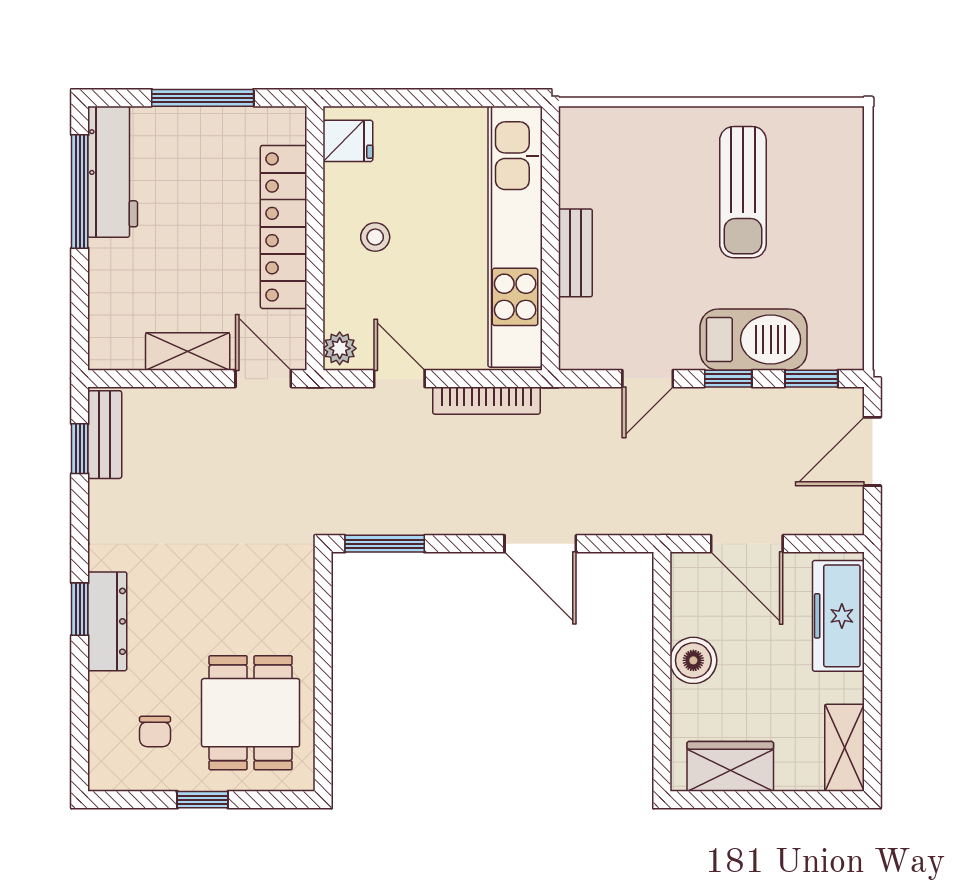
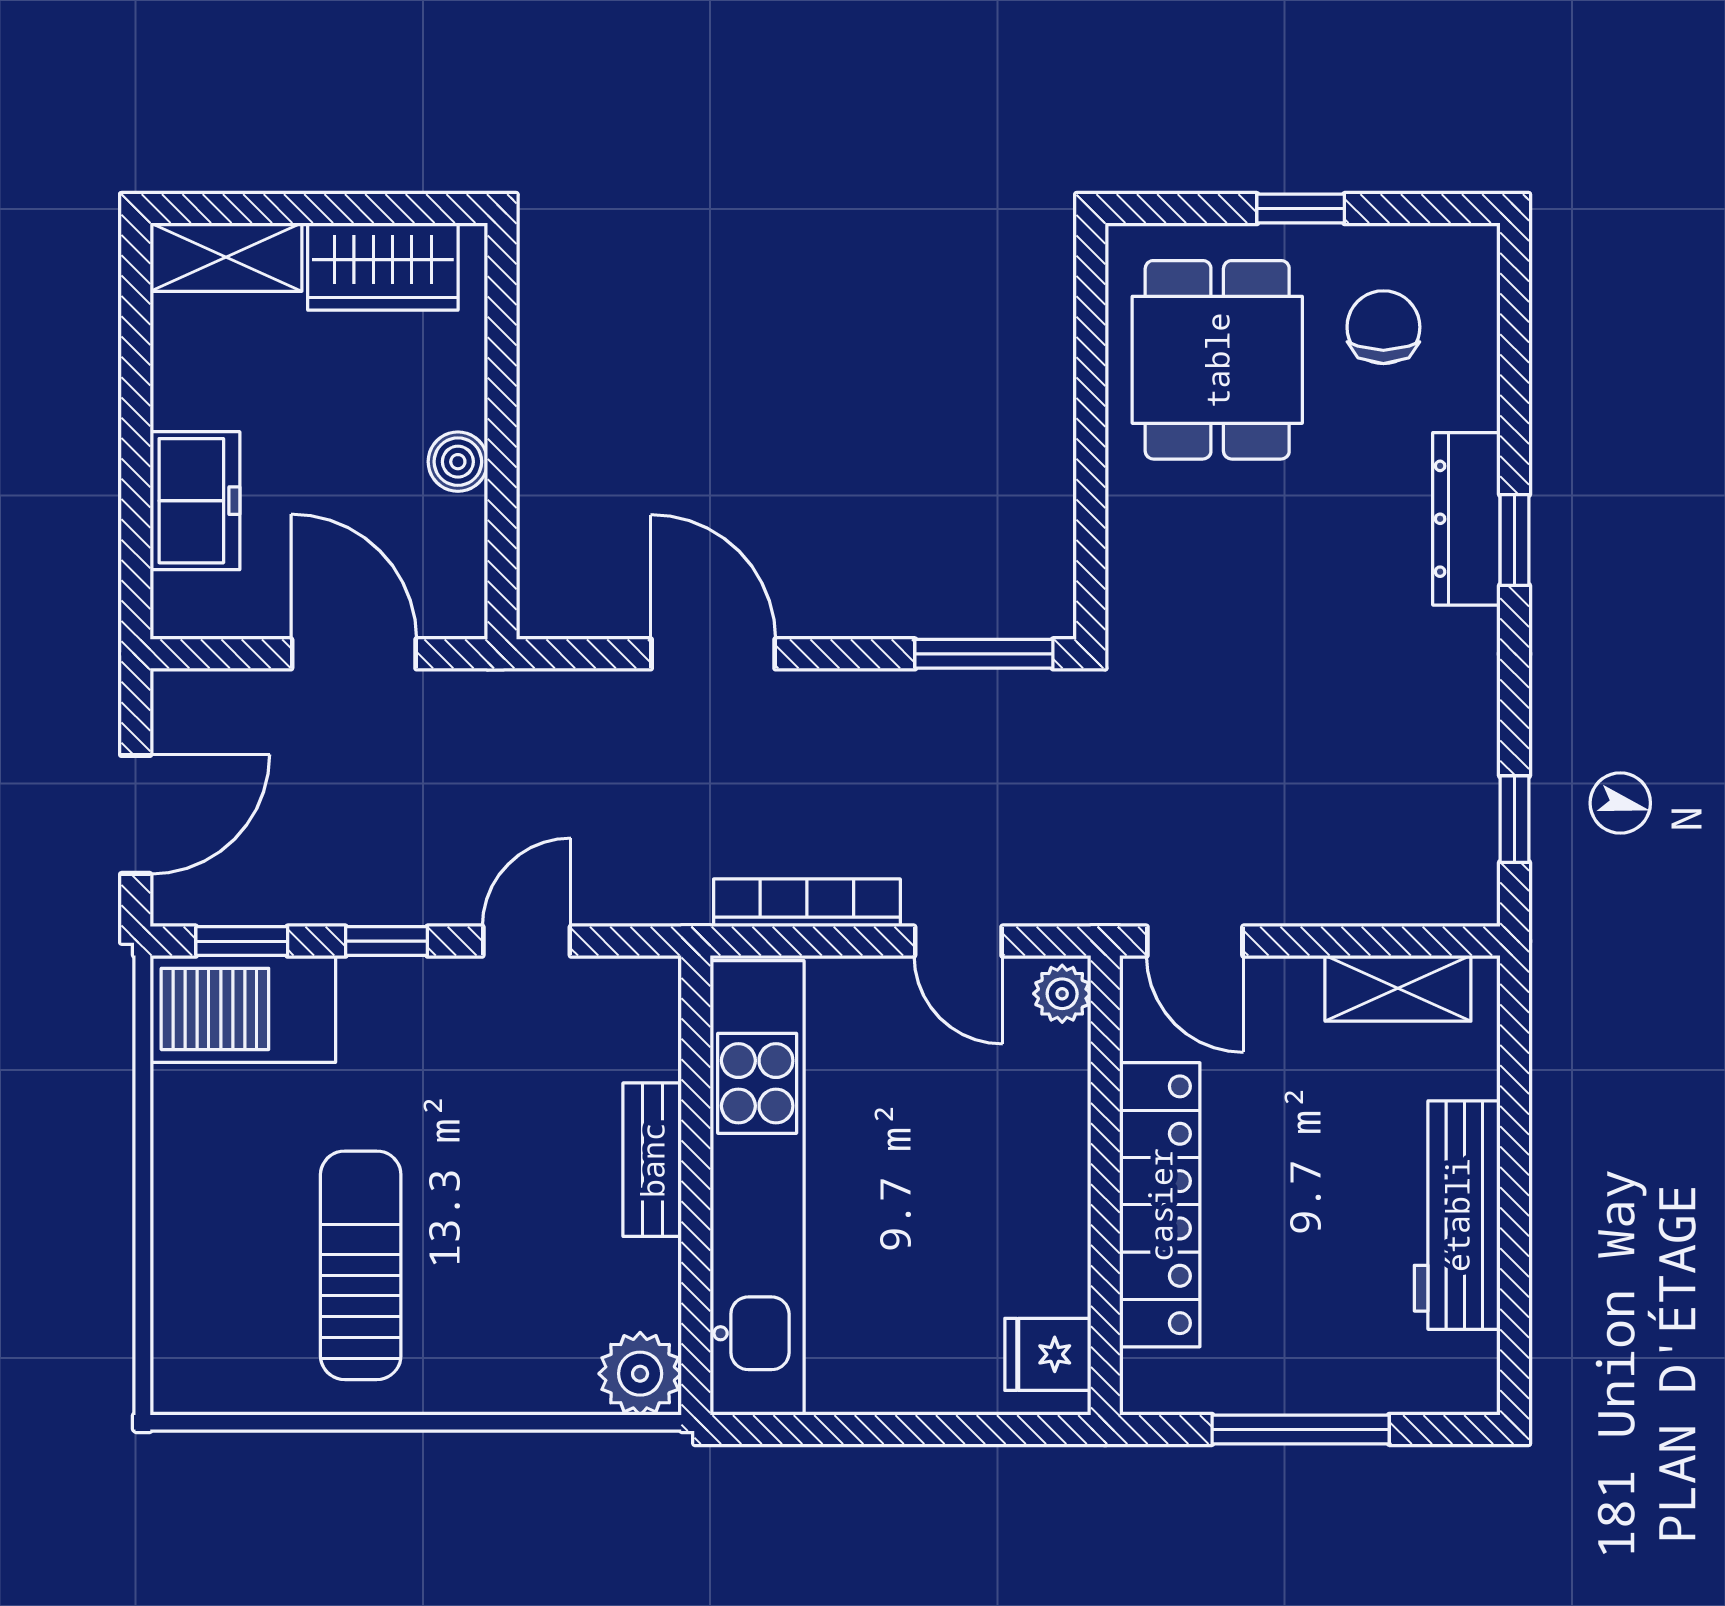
plant: (582, 130) -> (640, 1374), added
workbench: (113, 172) -> (1457, 1215), moved
window: (80, 191) -> (1515, 1267), removed
stool: (375, 237) -> (1000, 1187), removed
barbecue: (753, 340) -> (243, 1009), moved
shelving: (188, 351) -> (1398, 988), moved
bench: (105, 435) -> (1471, 844), removed
freezer: (838, 616) -> (195, 501), width x0.71
boiler: (693, 660) -> (458, 462), width x0.73, depth x0.73
chair: (155, 732) -> (1383, 327), width x1.37, depth x1.37
shelving: (844, 748) -> (226, 257), moved, turned 90

